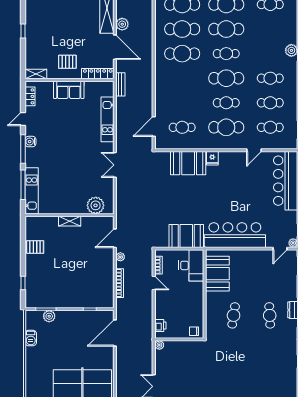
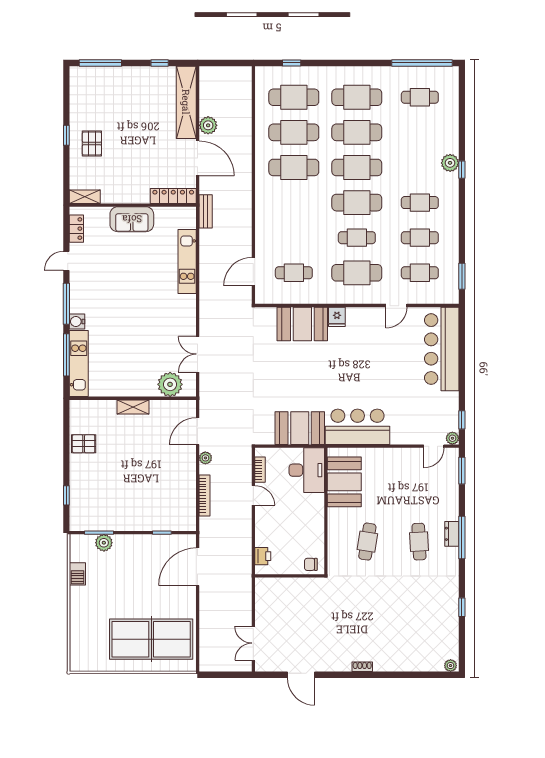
cafe table: (226, 54) -> (357, 167), width x1.37, depth x1.35
pallet: (67, 62) -> (92, 144), moved, turned 90
water cooler: (30, 142) -> (77, 321), moved
double door: (115, 165) -> (198, 354), moved
bar counter: (235, 235) -> (358, 427), width x0.73
plant: (159, 345) -> (261, 584), removed

